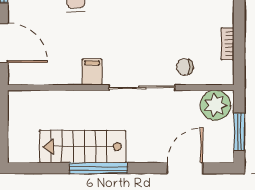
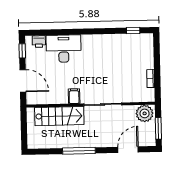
chair: (185, 67) -> (127, 92), removed
stairs: (83, 147) -> (59, 116), moved, turned 180

